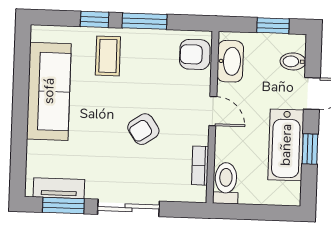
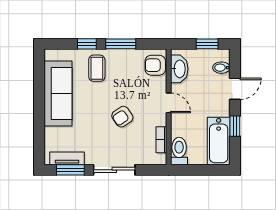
bathtub: (286, 145) -> (219, 141), moved

